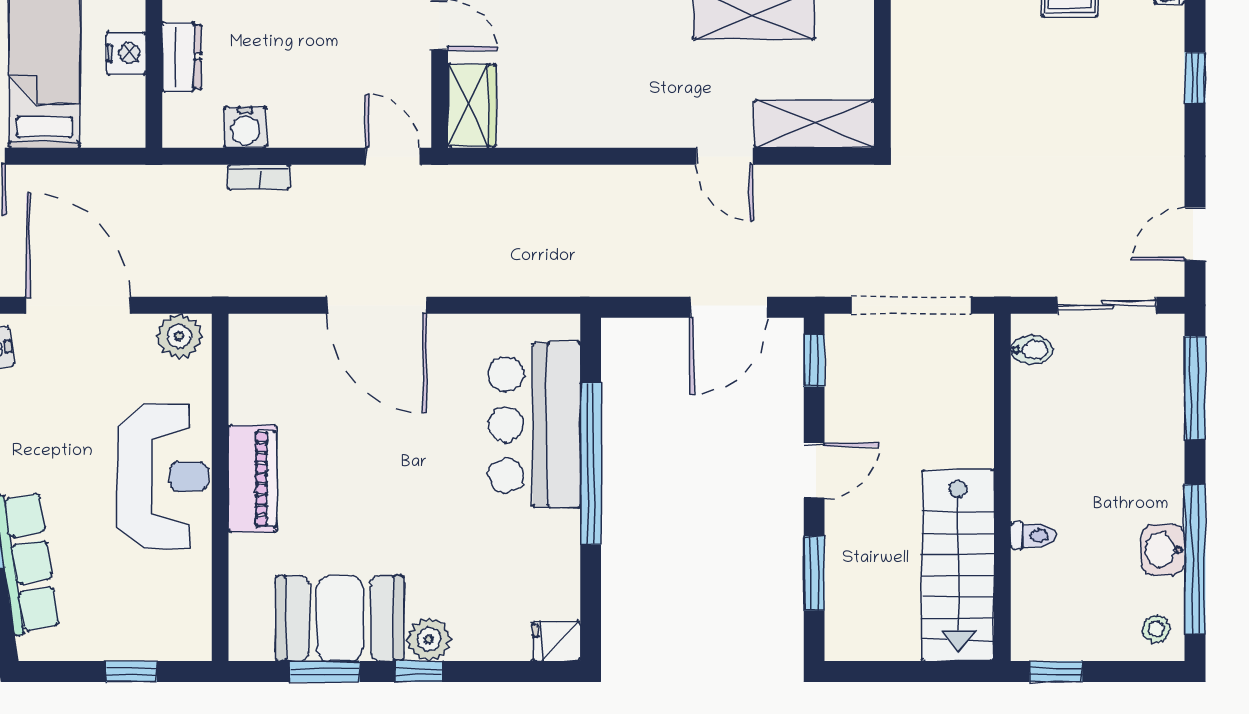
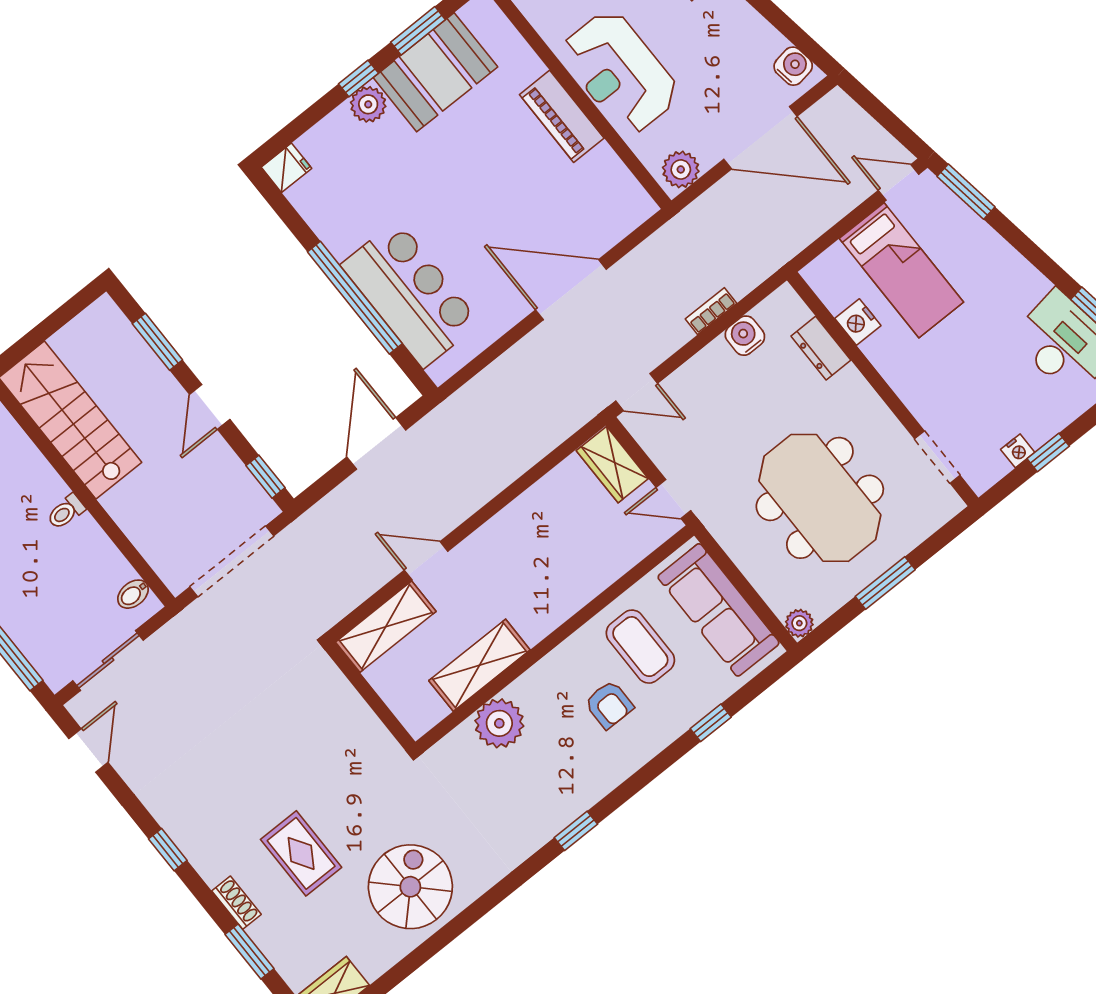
door: (729, 307) -> (376, 443), moved
toilet: (1033, 536) -> (66, 512), moved

